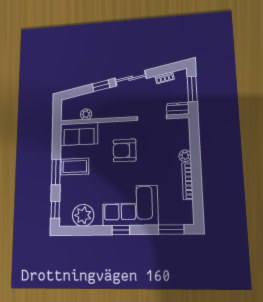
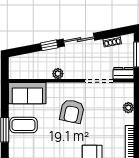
plant: (86, 114) -> (58, 74), moved
armchair: (125, 150) -> (72, 111), turned -78
plant: (185, 156) -> (128, 108), moved

